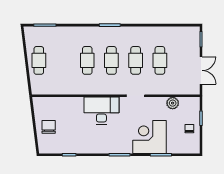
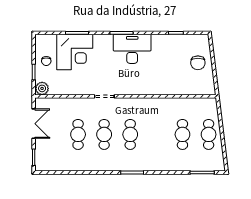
cafe table: (87, 60) -> (182, 134), moved
double door: (201, 70) -> (34, 124), swing flipped
plant: (173, 103) -> (42, 88), moved
desk: (101, 111) -> (132, 49), moved, turned 180
corner desk: (150, 137) -> (75, 52), moved

